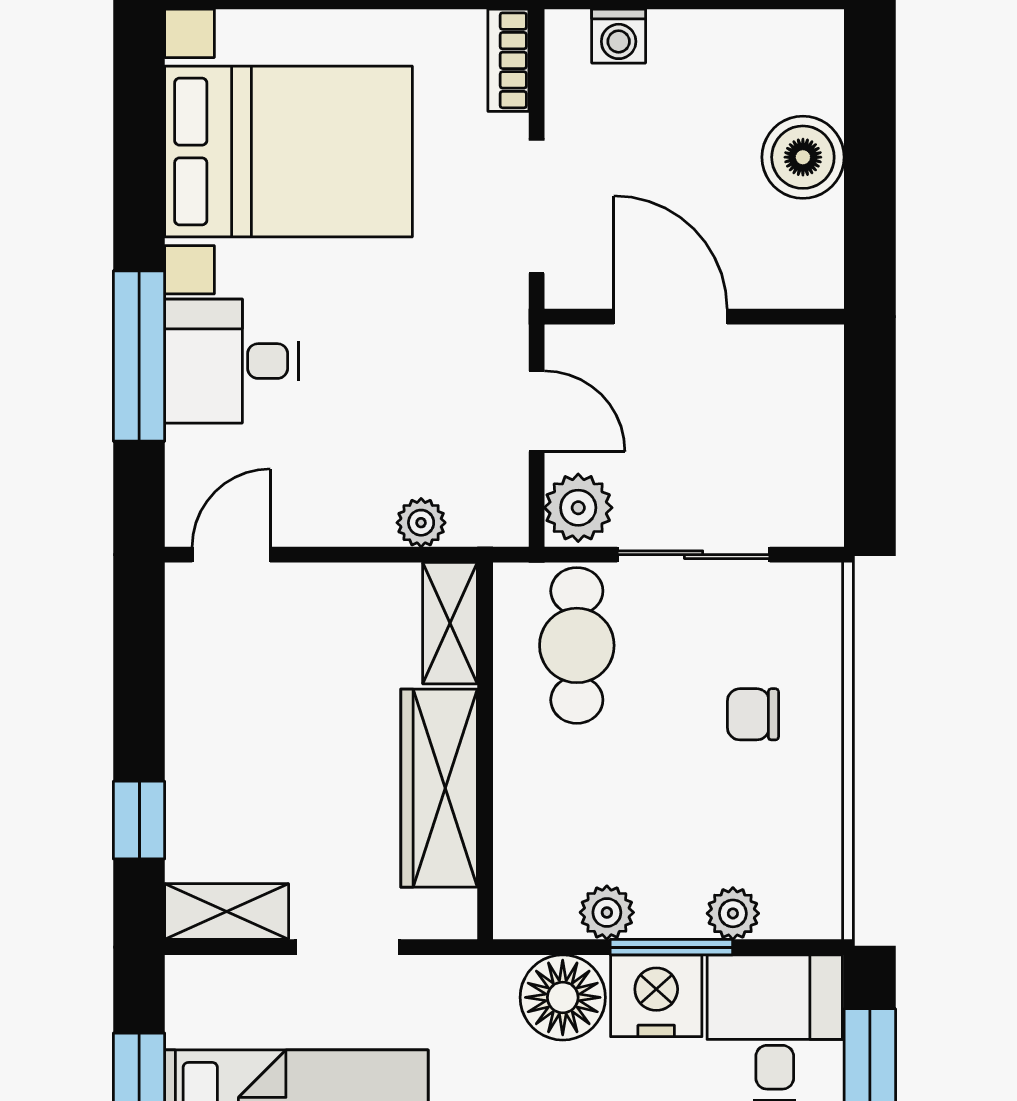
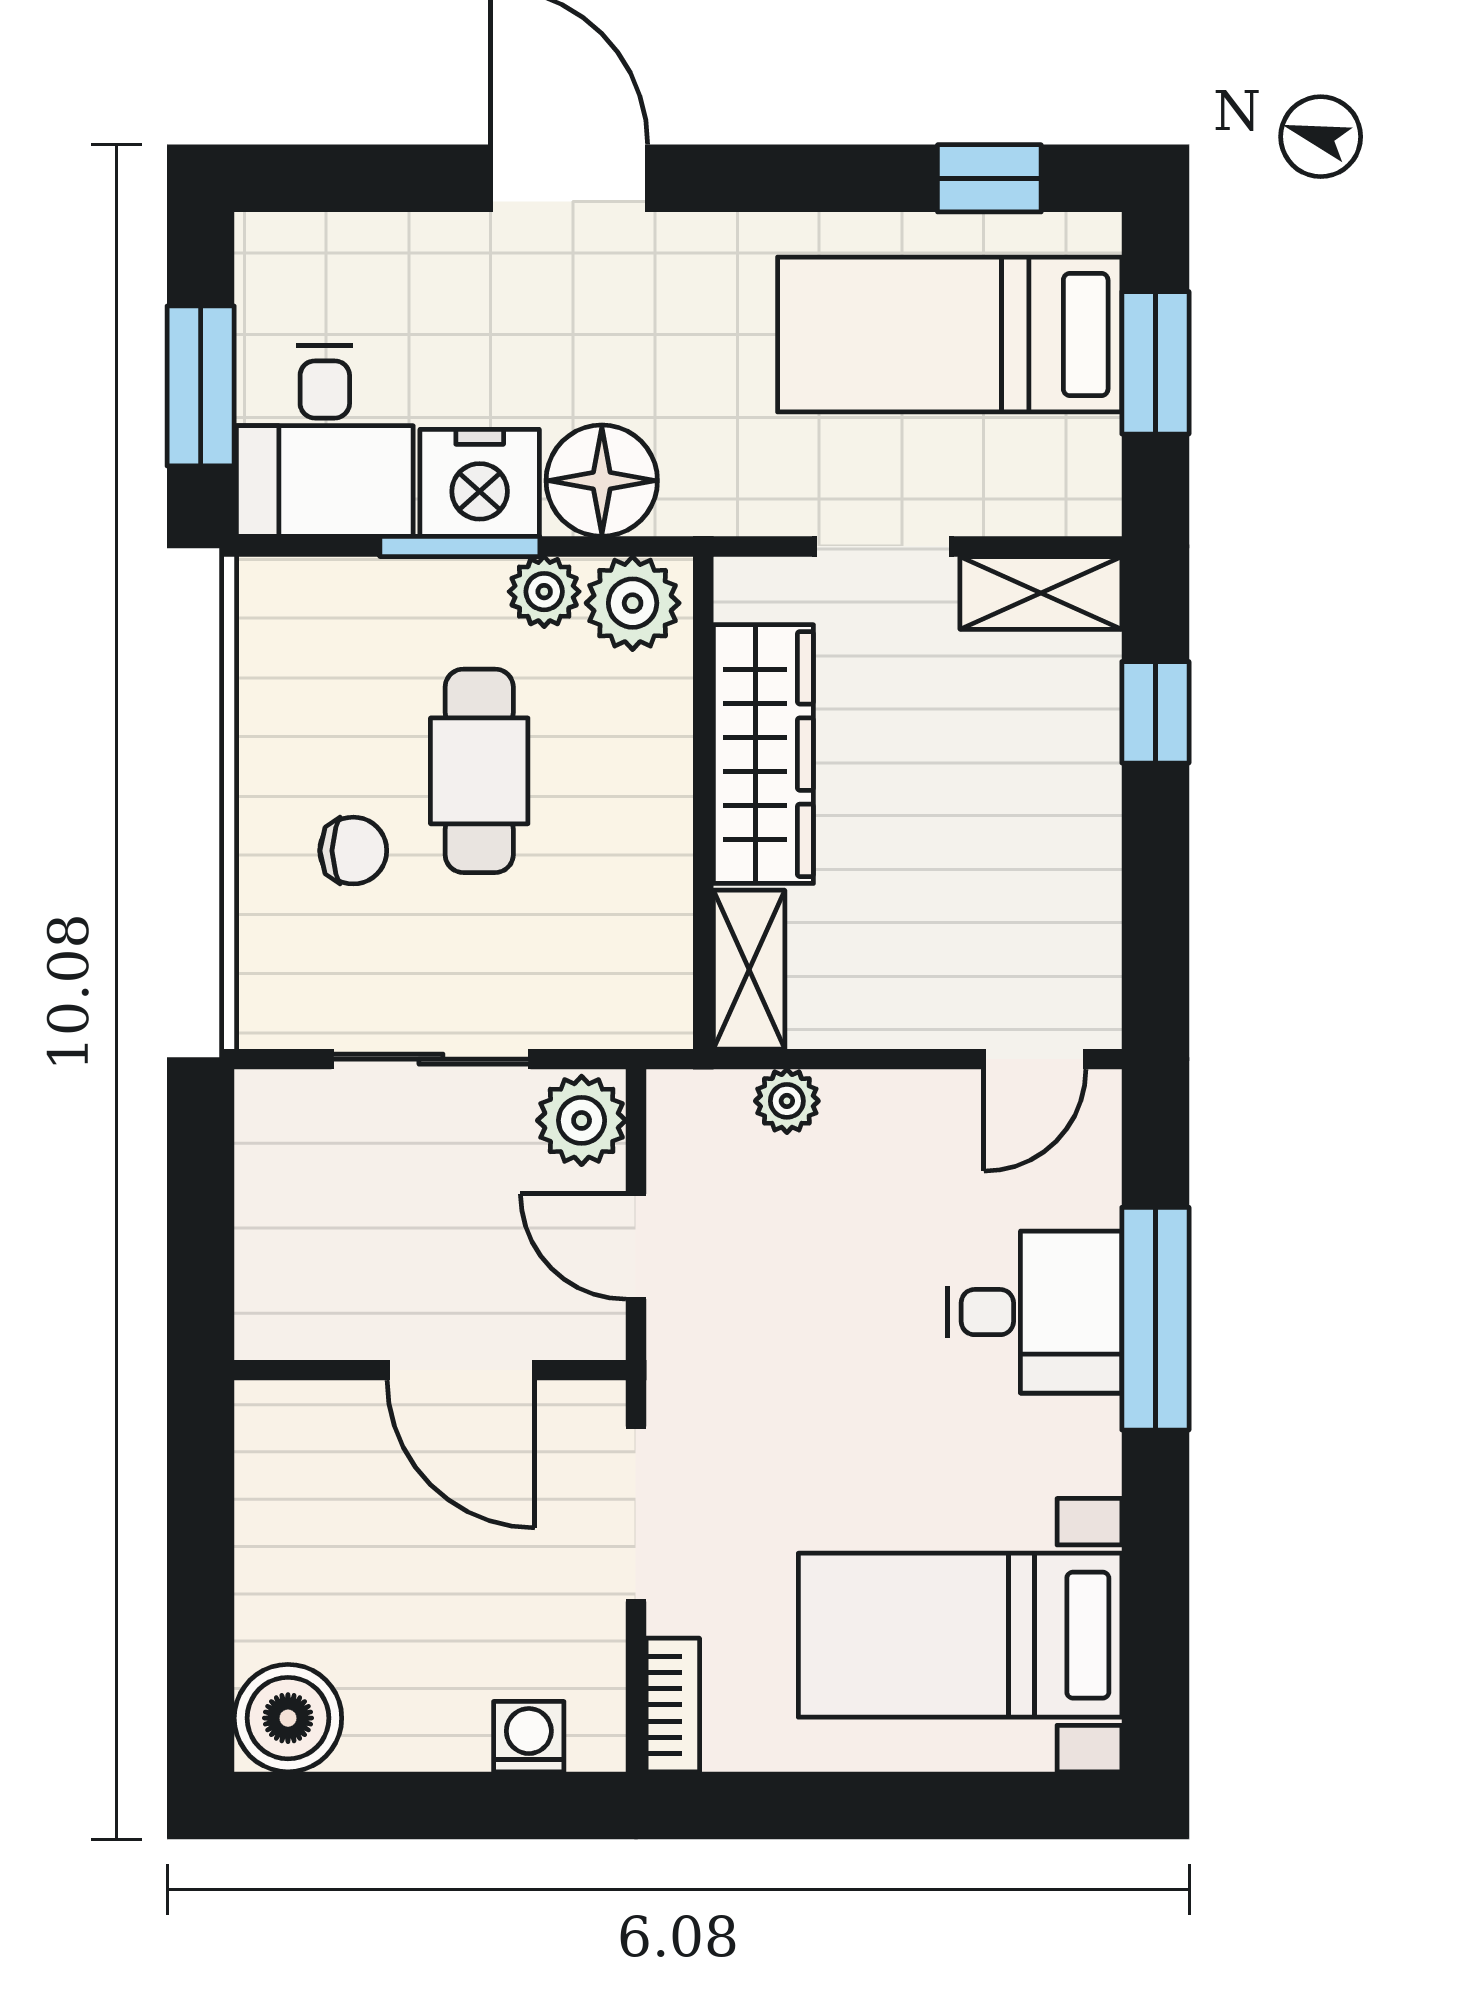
bed with nightstands: (289, 152) -> (960, 1635), width x0.73
boiler: (803, 157) -> (288, 1718), moved
cafe table: (577, 645) -> (479, 771), moved
plant: (733, 913) -> (633, 603), moved, width x1.38, depth x1.38

